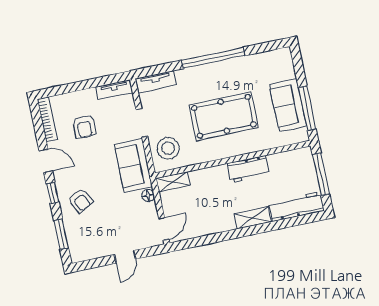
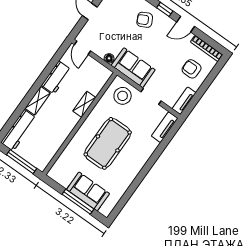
window: (213, 58) -> (145, 171), removed
sofa: (288, 105) -> (88, 192), moved
window: (307, 108) -> (78, 202), moved
armchair: (84, 127) -> (192, 69), moved
workbench: (248, 169) -> (56, 77), moved, turned 180
shelving: (173, 182) -> (84, 104), moved

